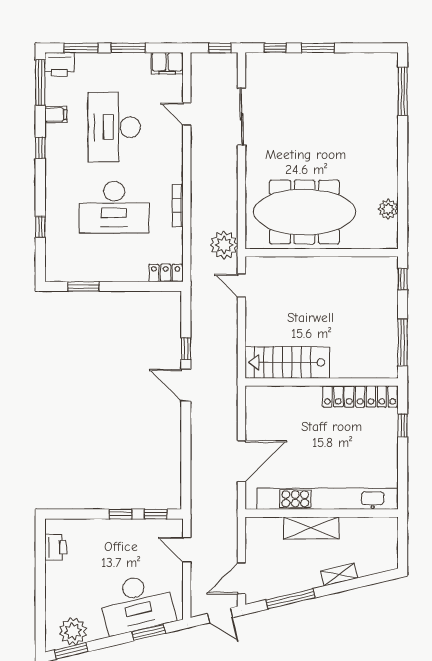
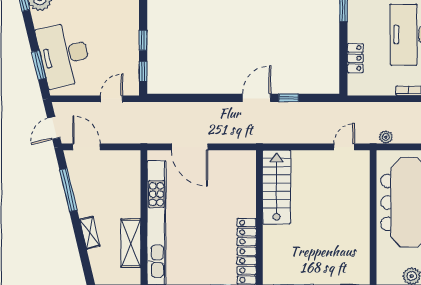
plant: (224, 245) -> (386, 137), width x0.53, depth x0.53
locker: (166, 273) -> (355, 58), moved
shelving: (311, 528) -> (131, 243), moved

